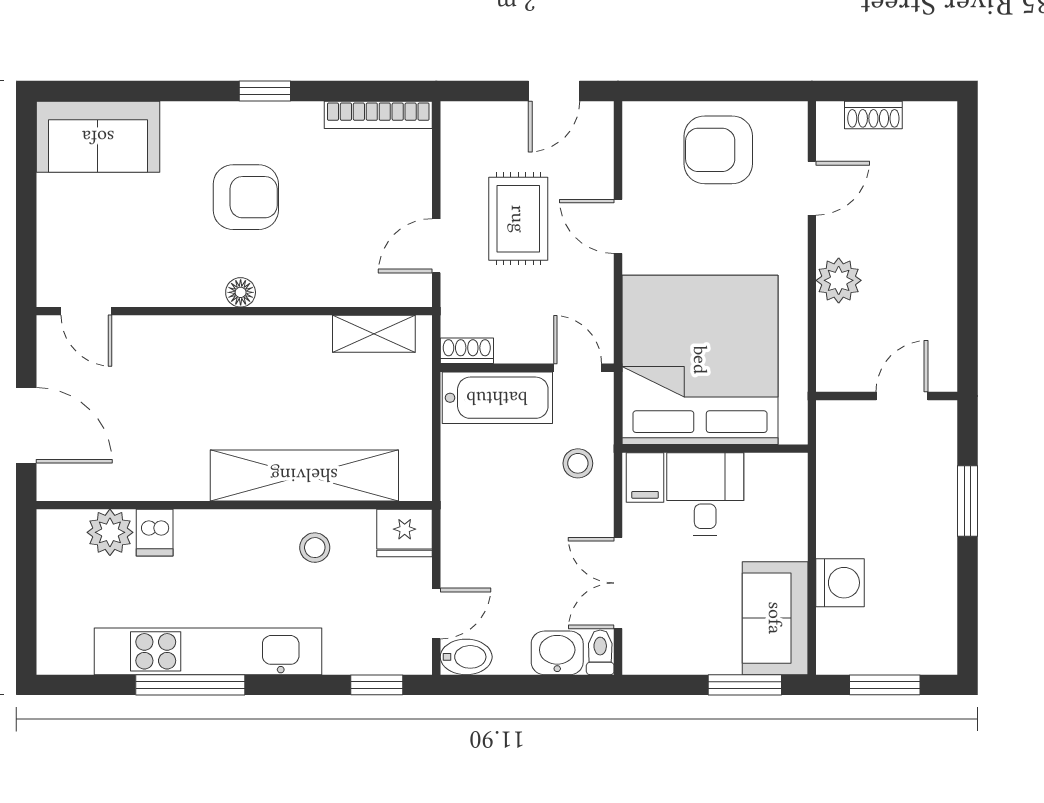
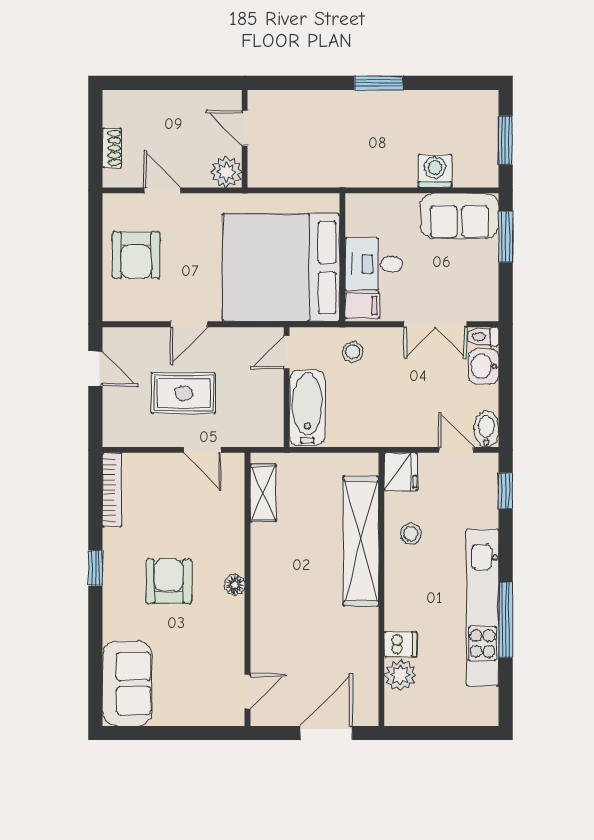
shoe rack: (467, 351) -> (275, 429), removed
wall: (887, 396) -> (245, 139), moved
door: (902, 396) -> (245, 128), moved

